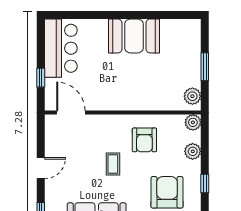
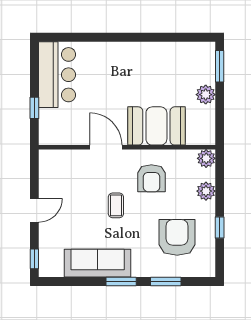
booth: (134, 36) -> (156, 126), moved
window: (205, 67) -> (220, 66), moved
plant: (192, 96) -> (206, 95), moved
door: (71, 113) -> (106, 147), moved

